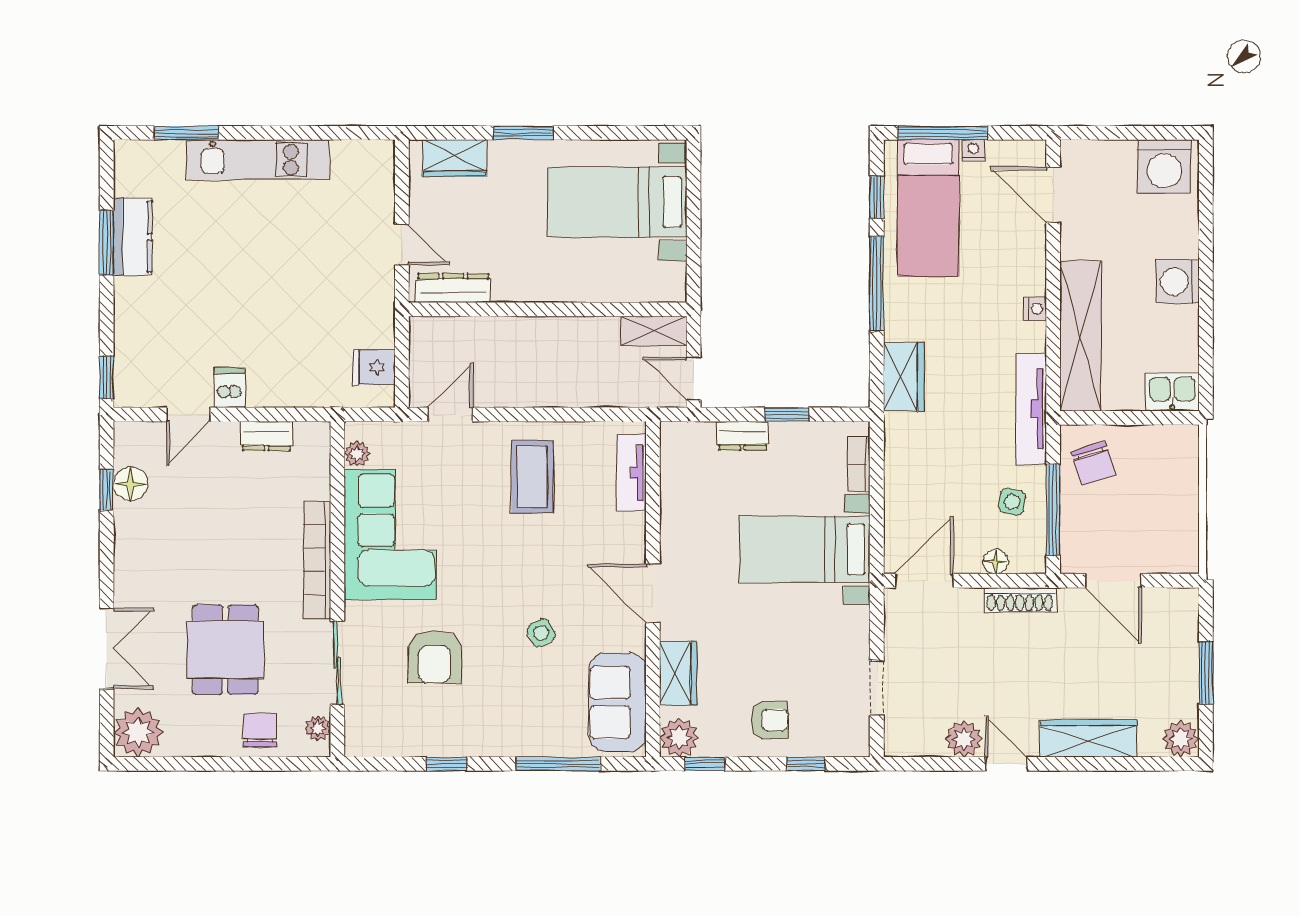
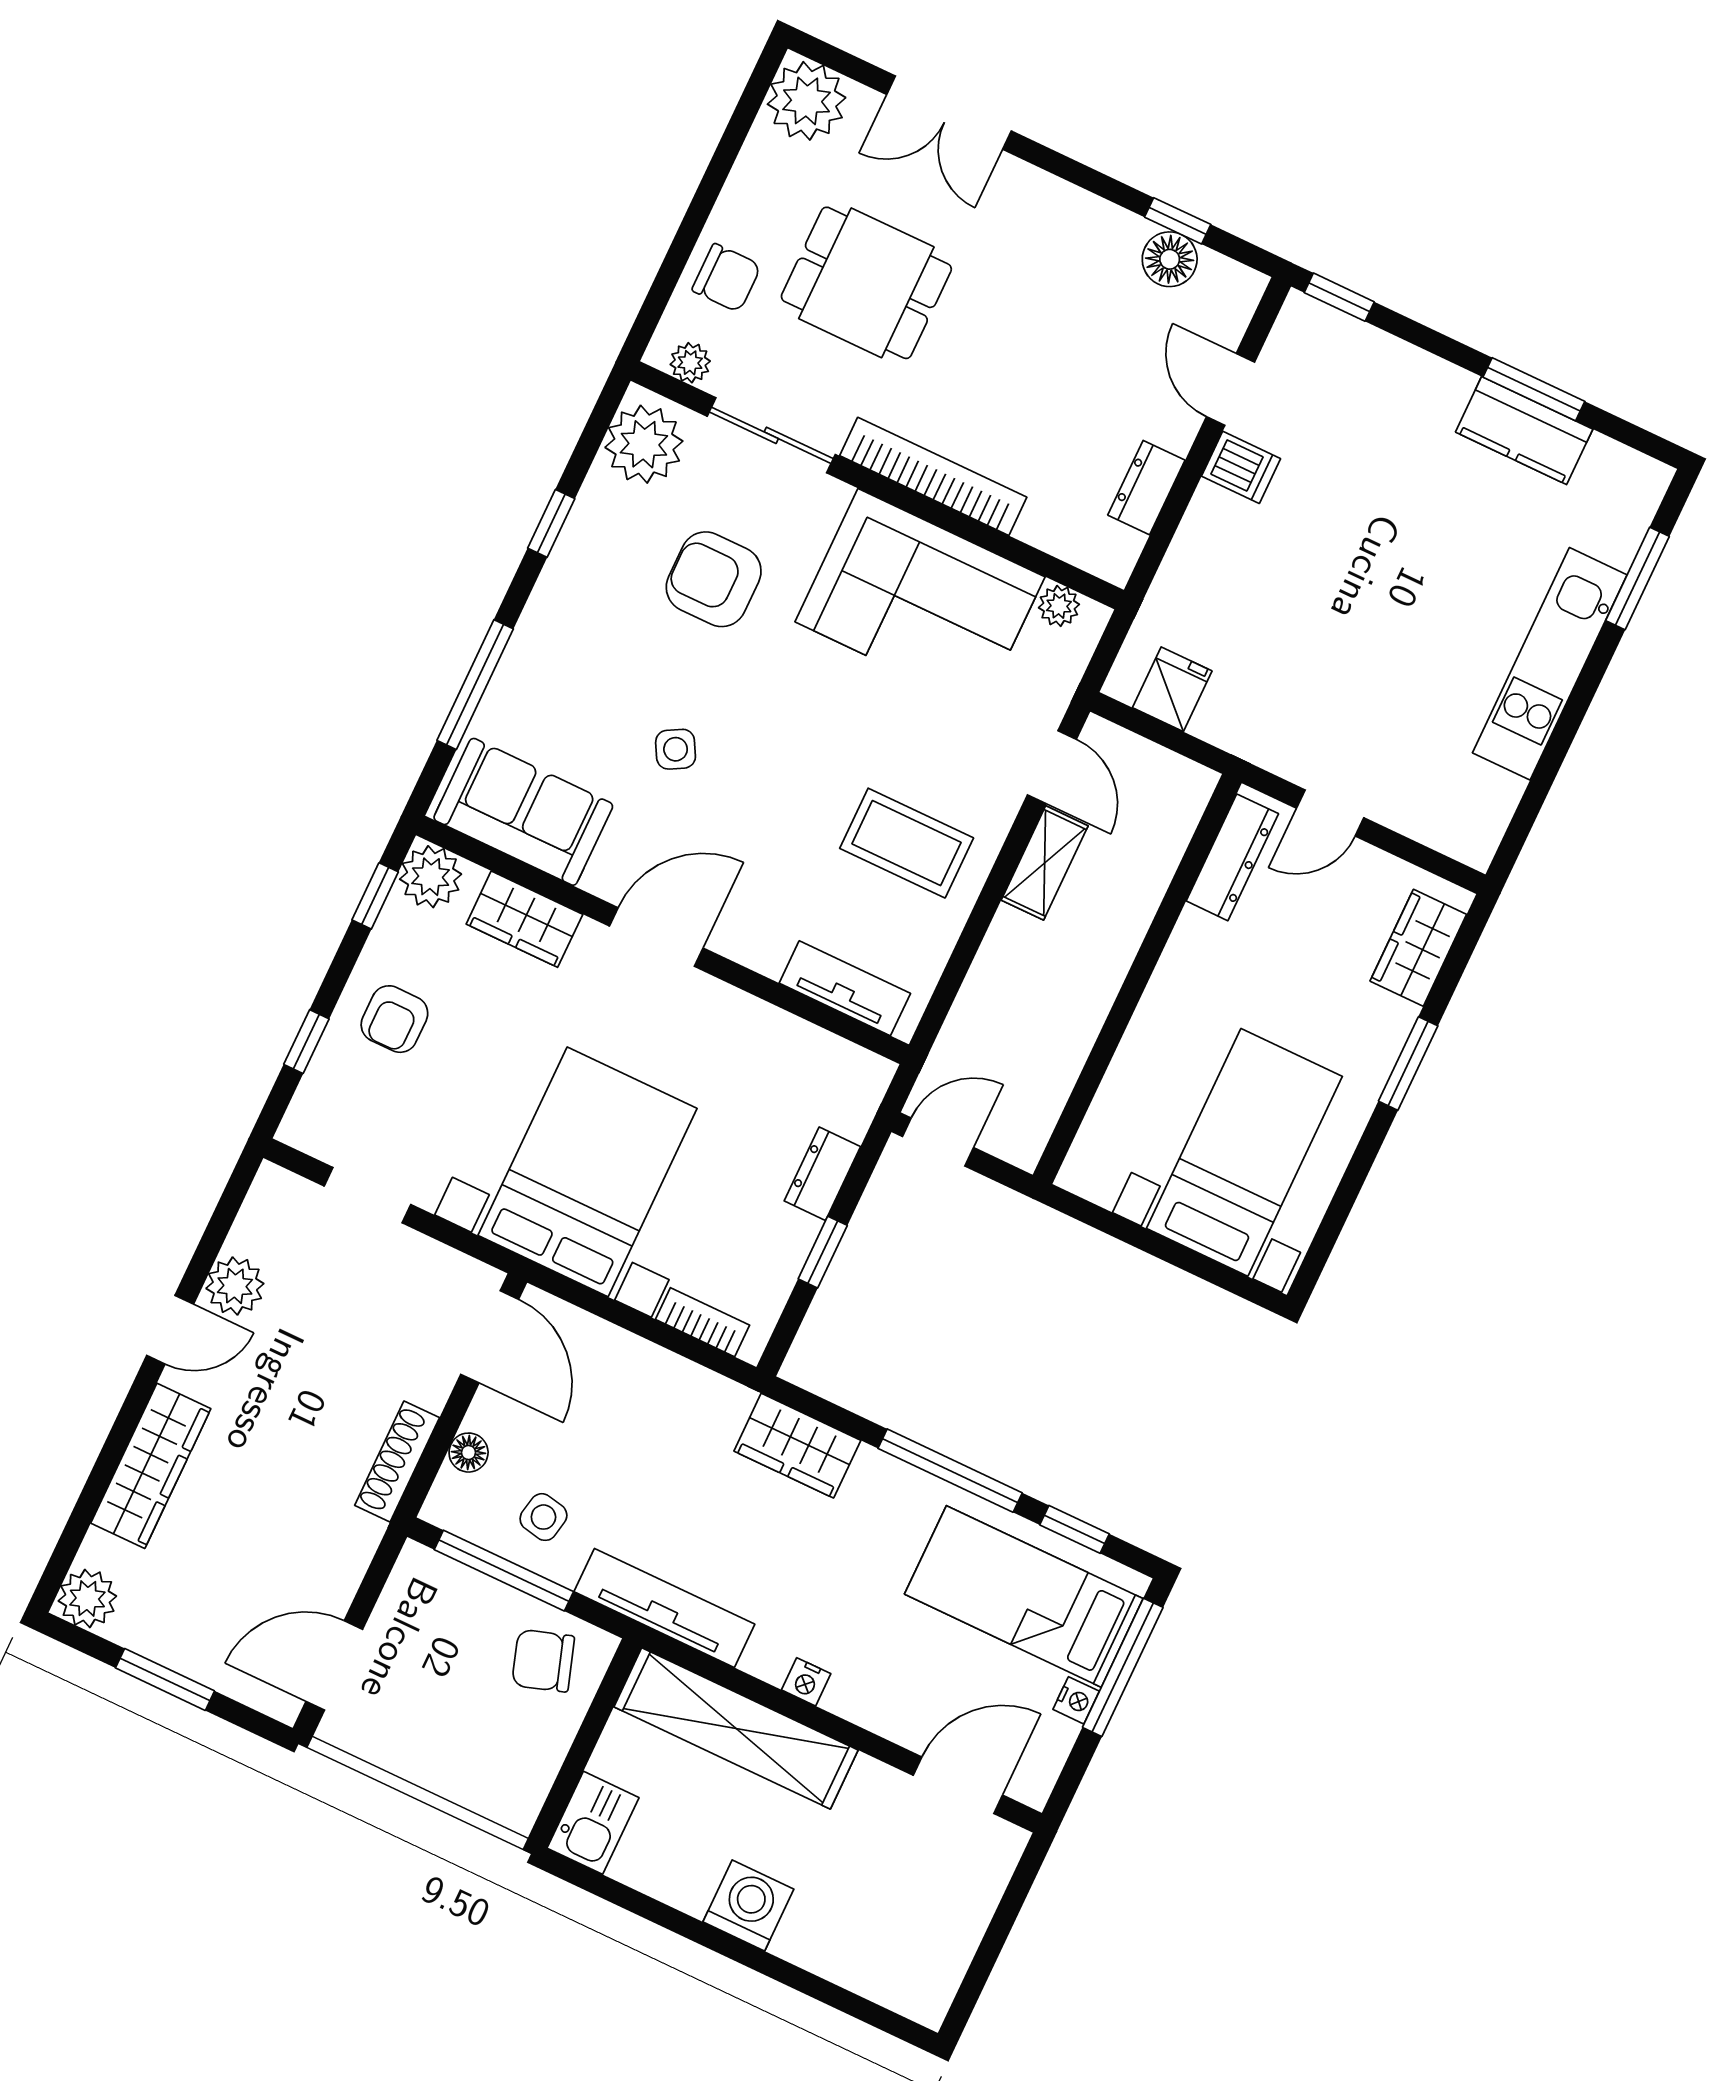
washing machine: (1164, 167) -> (923, 1965), removed
shelving: (654, 331) -> (1045, 863), moved
bed with nightstands: (805, 549) -> (588, 1172), width x1.36
door: (1113, 581) -> (334, 1665), moved
plant: (377, 733) -> (644, 444), added

